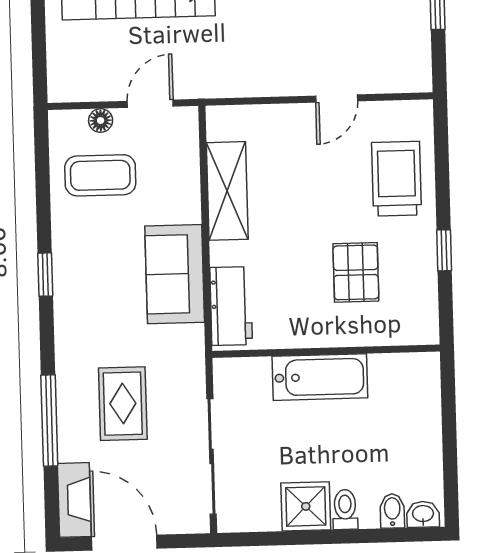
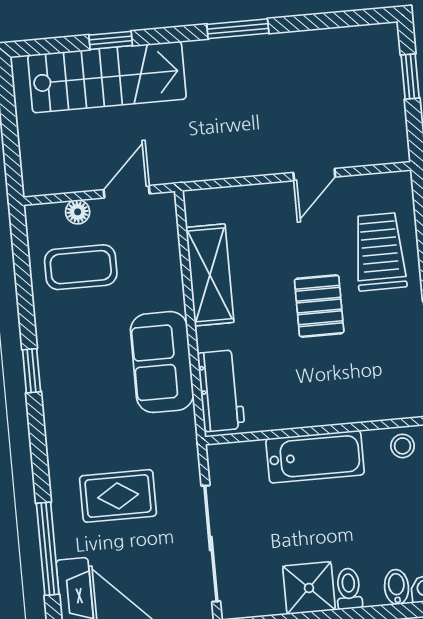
pallet: (356, 272) -> (319, 306), moved
stool: (407, 372) -> (403, 446), added
rug: (123, 404) -> (118, 496), turned 90
window: (49, 420) -> (48, 549), moved

